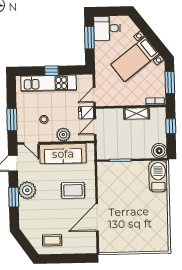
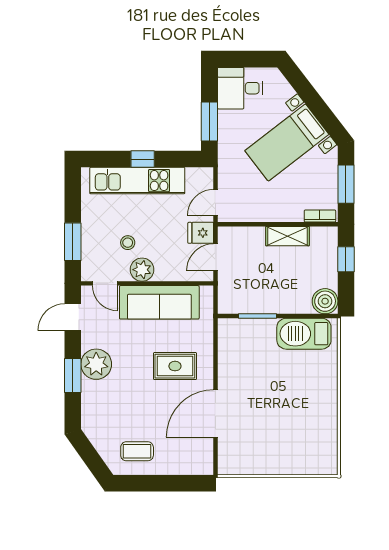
window: (89, 38) -> (209, 121), moved
plant: (63, 135) -> (142, 270), moved
barbecue: (158, 176) -> (304, 334), moved, turned -90

